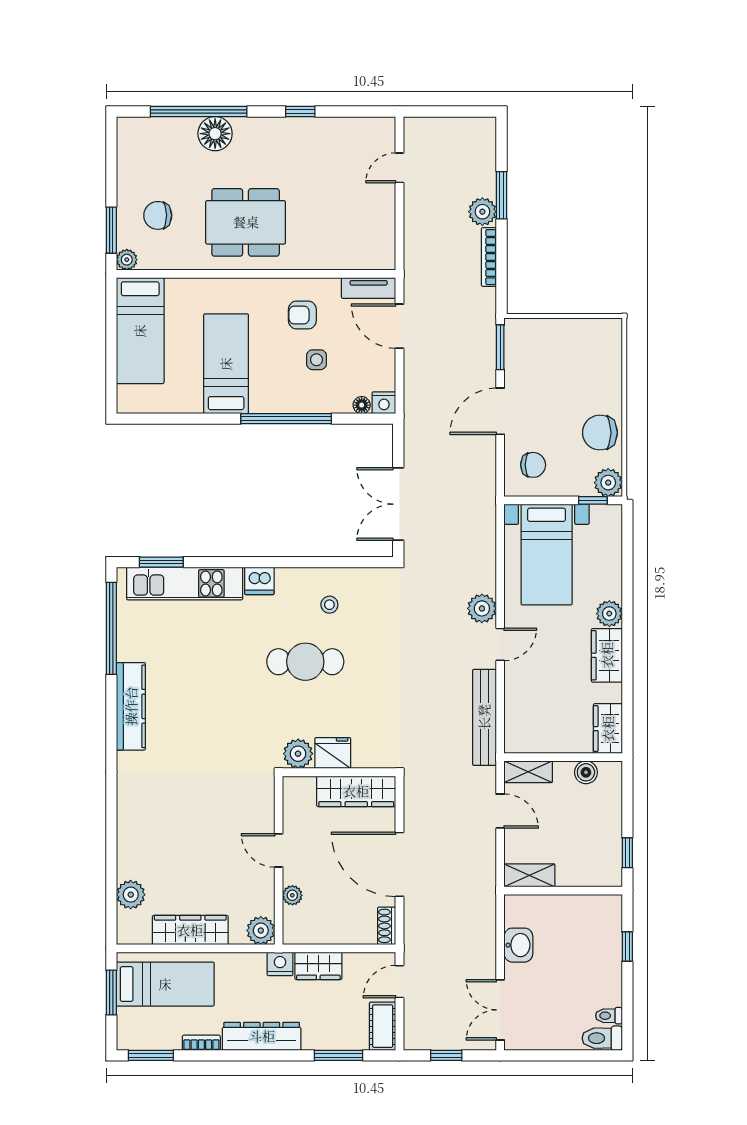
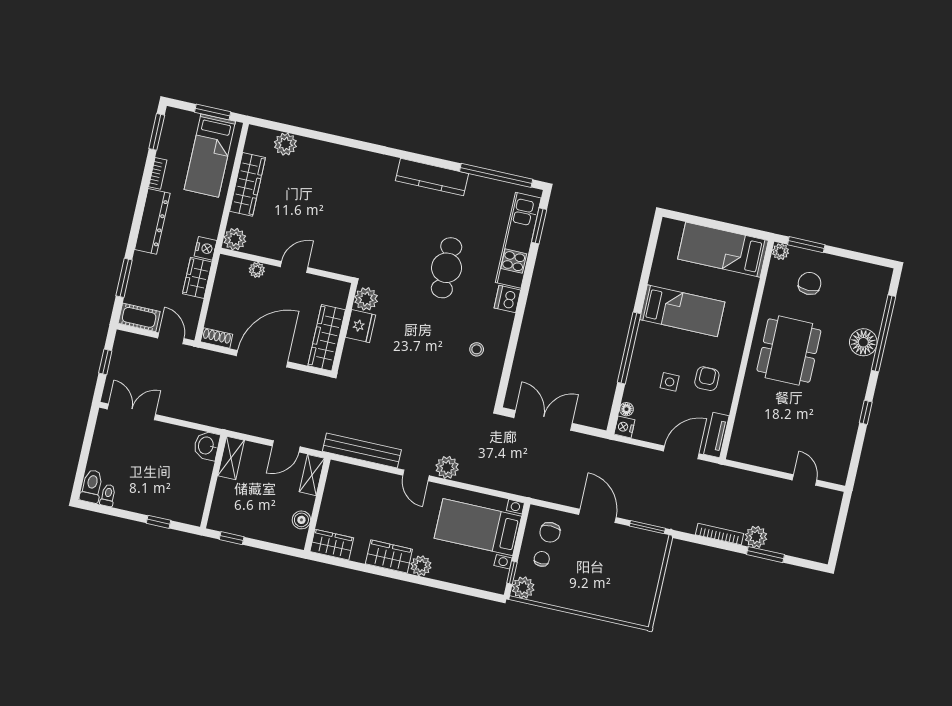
chair: (600, 433) -> (542, 559), moved, width x0.54, depth x0.54
cafe table: (305, 662) -> (447, 268), moved
washbasin: (518, 945) -> (206, 446), moved, turned 90

